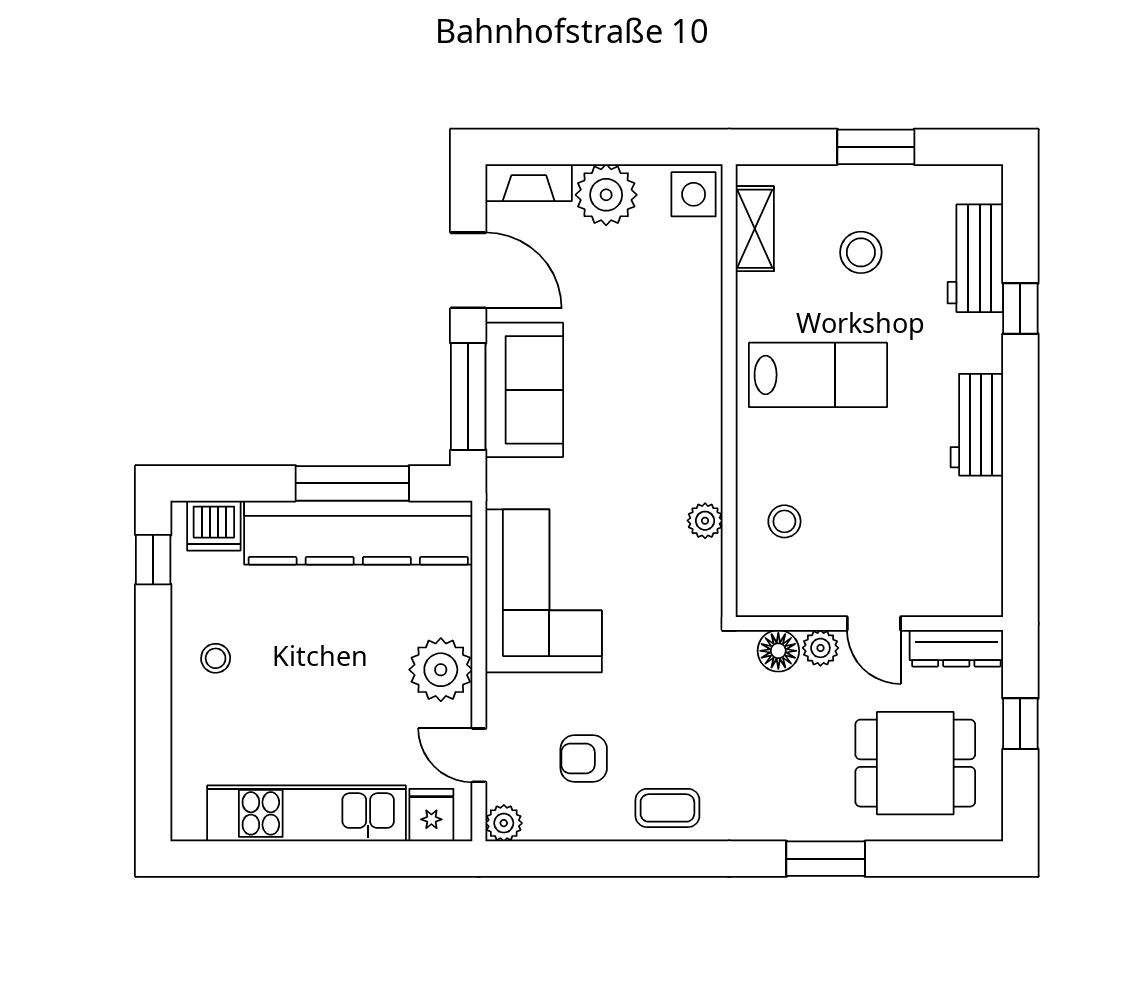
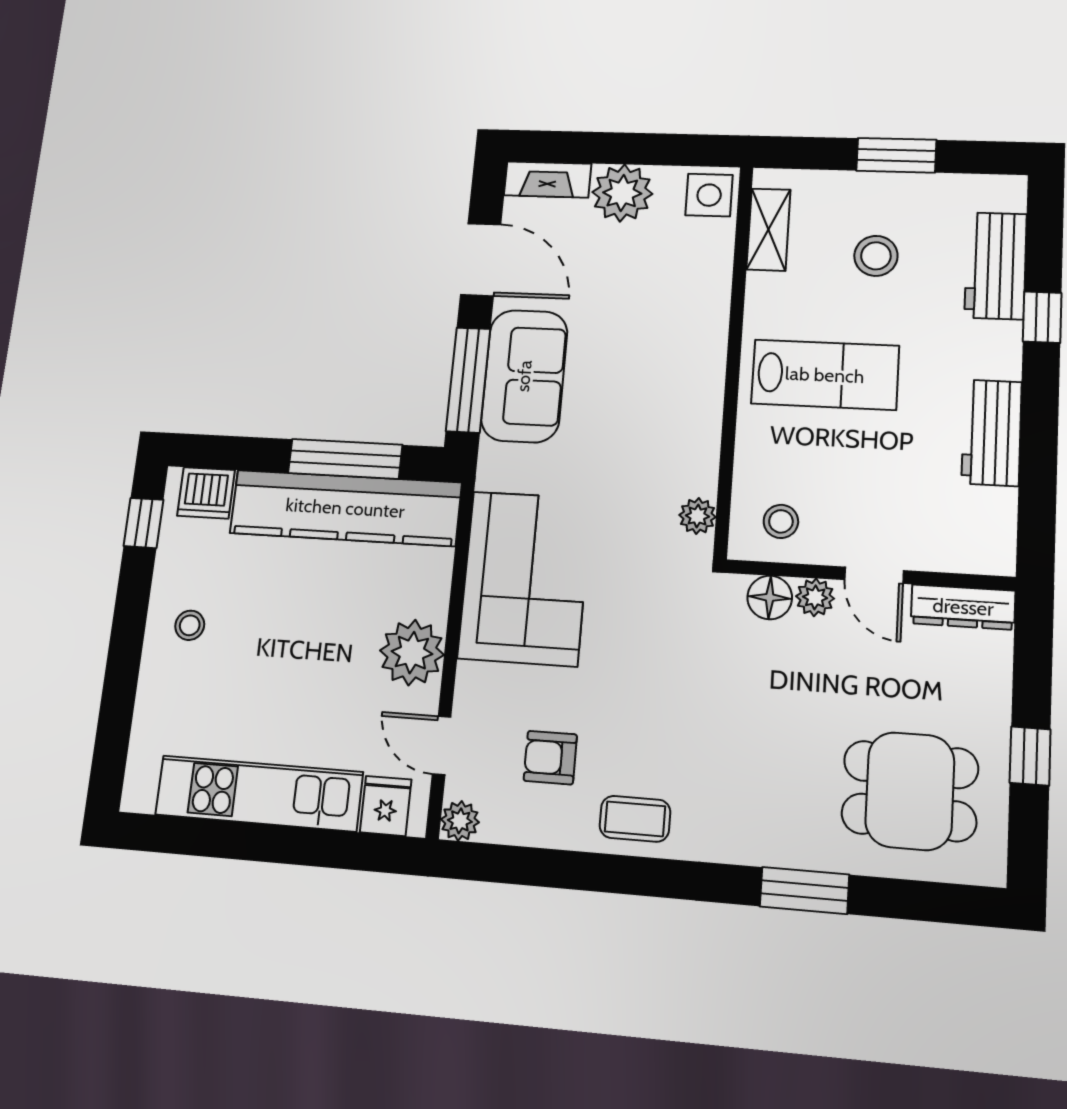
wall: (869, 624) -> (869, 575), moved
door: (874, 624) -> (874, 575), moved
plant: (820, 648) -> (815, 597), moved
dresser: (956, 648) -> (963, 607), moved
floor lamp: (778, 651) -> (770, 597), moved

